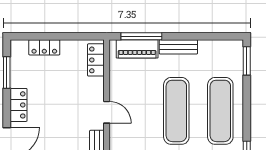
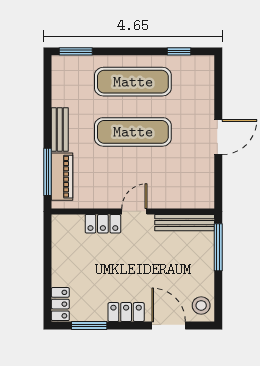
locker: (44, 47) -> (60, 304), moved
locker: (96, 60) -> (103, 224), moved

